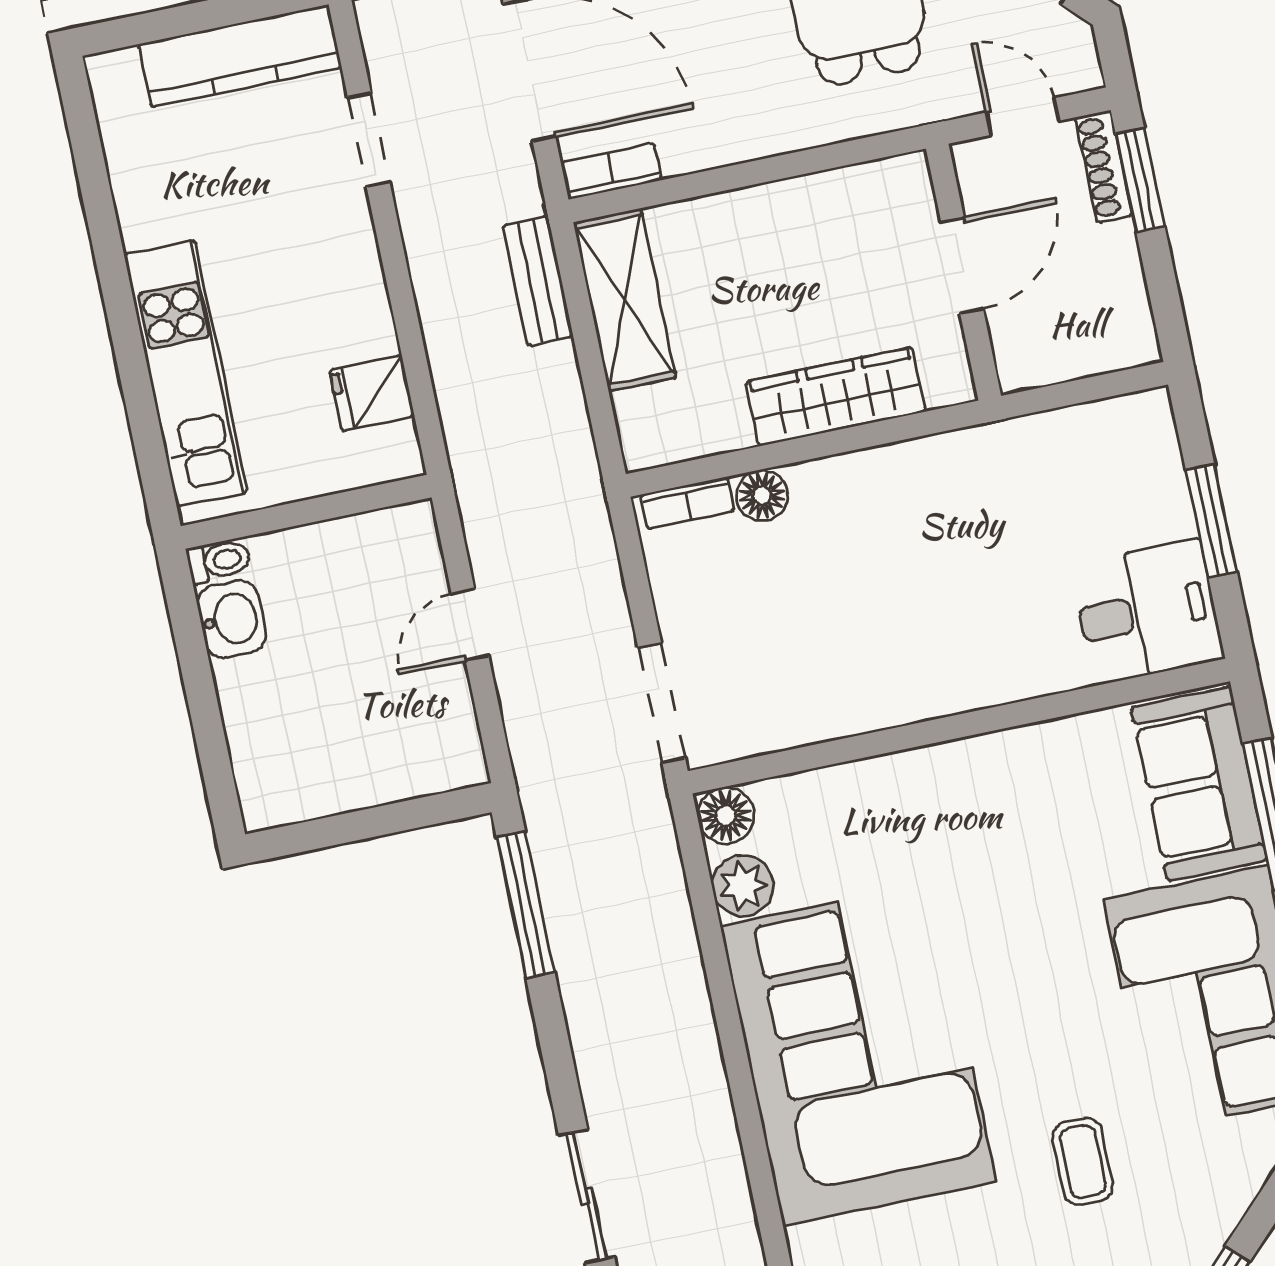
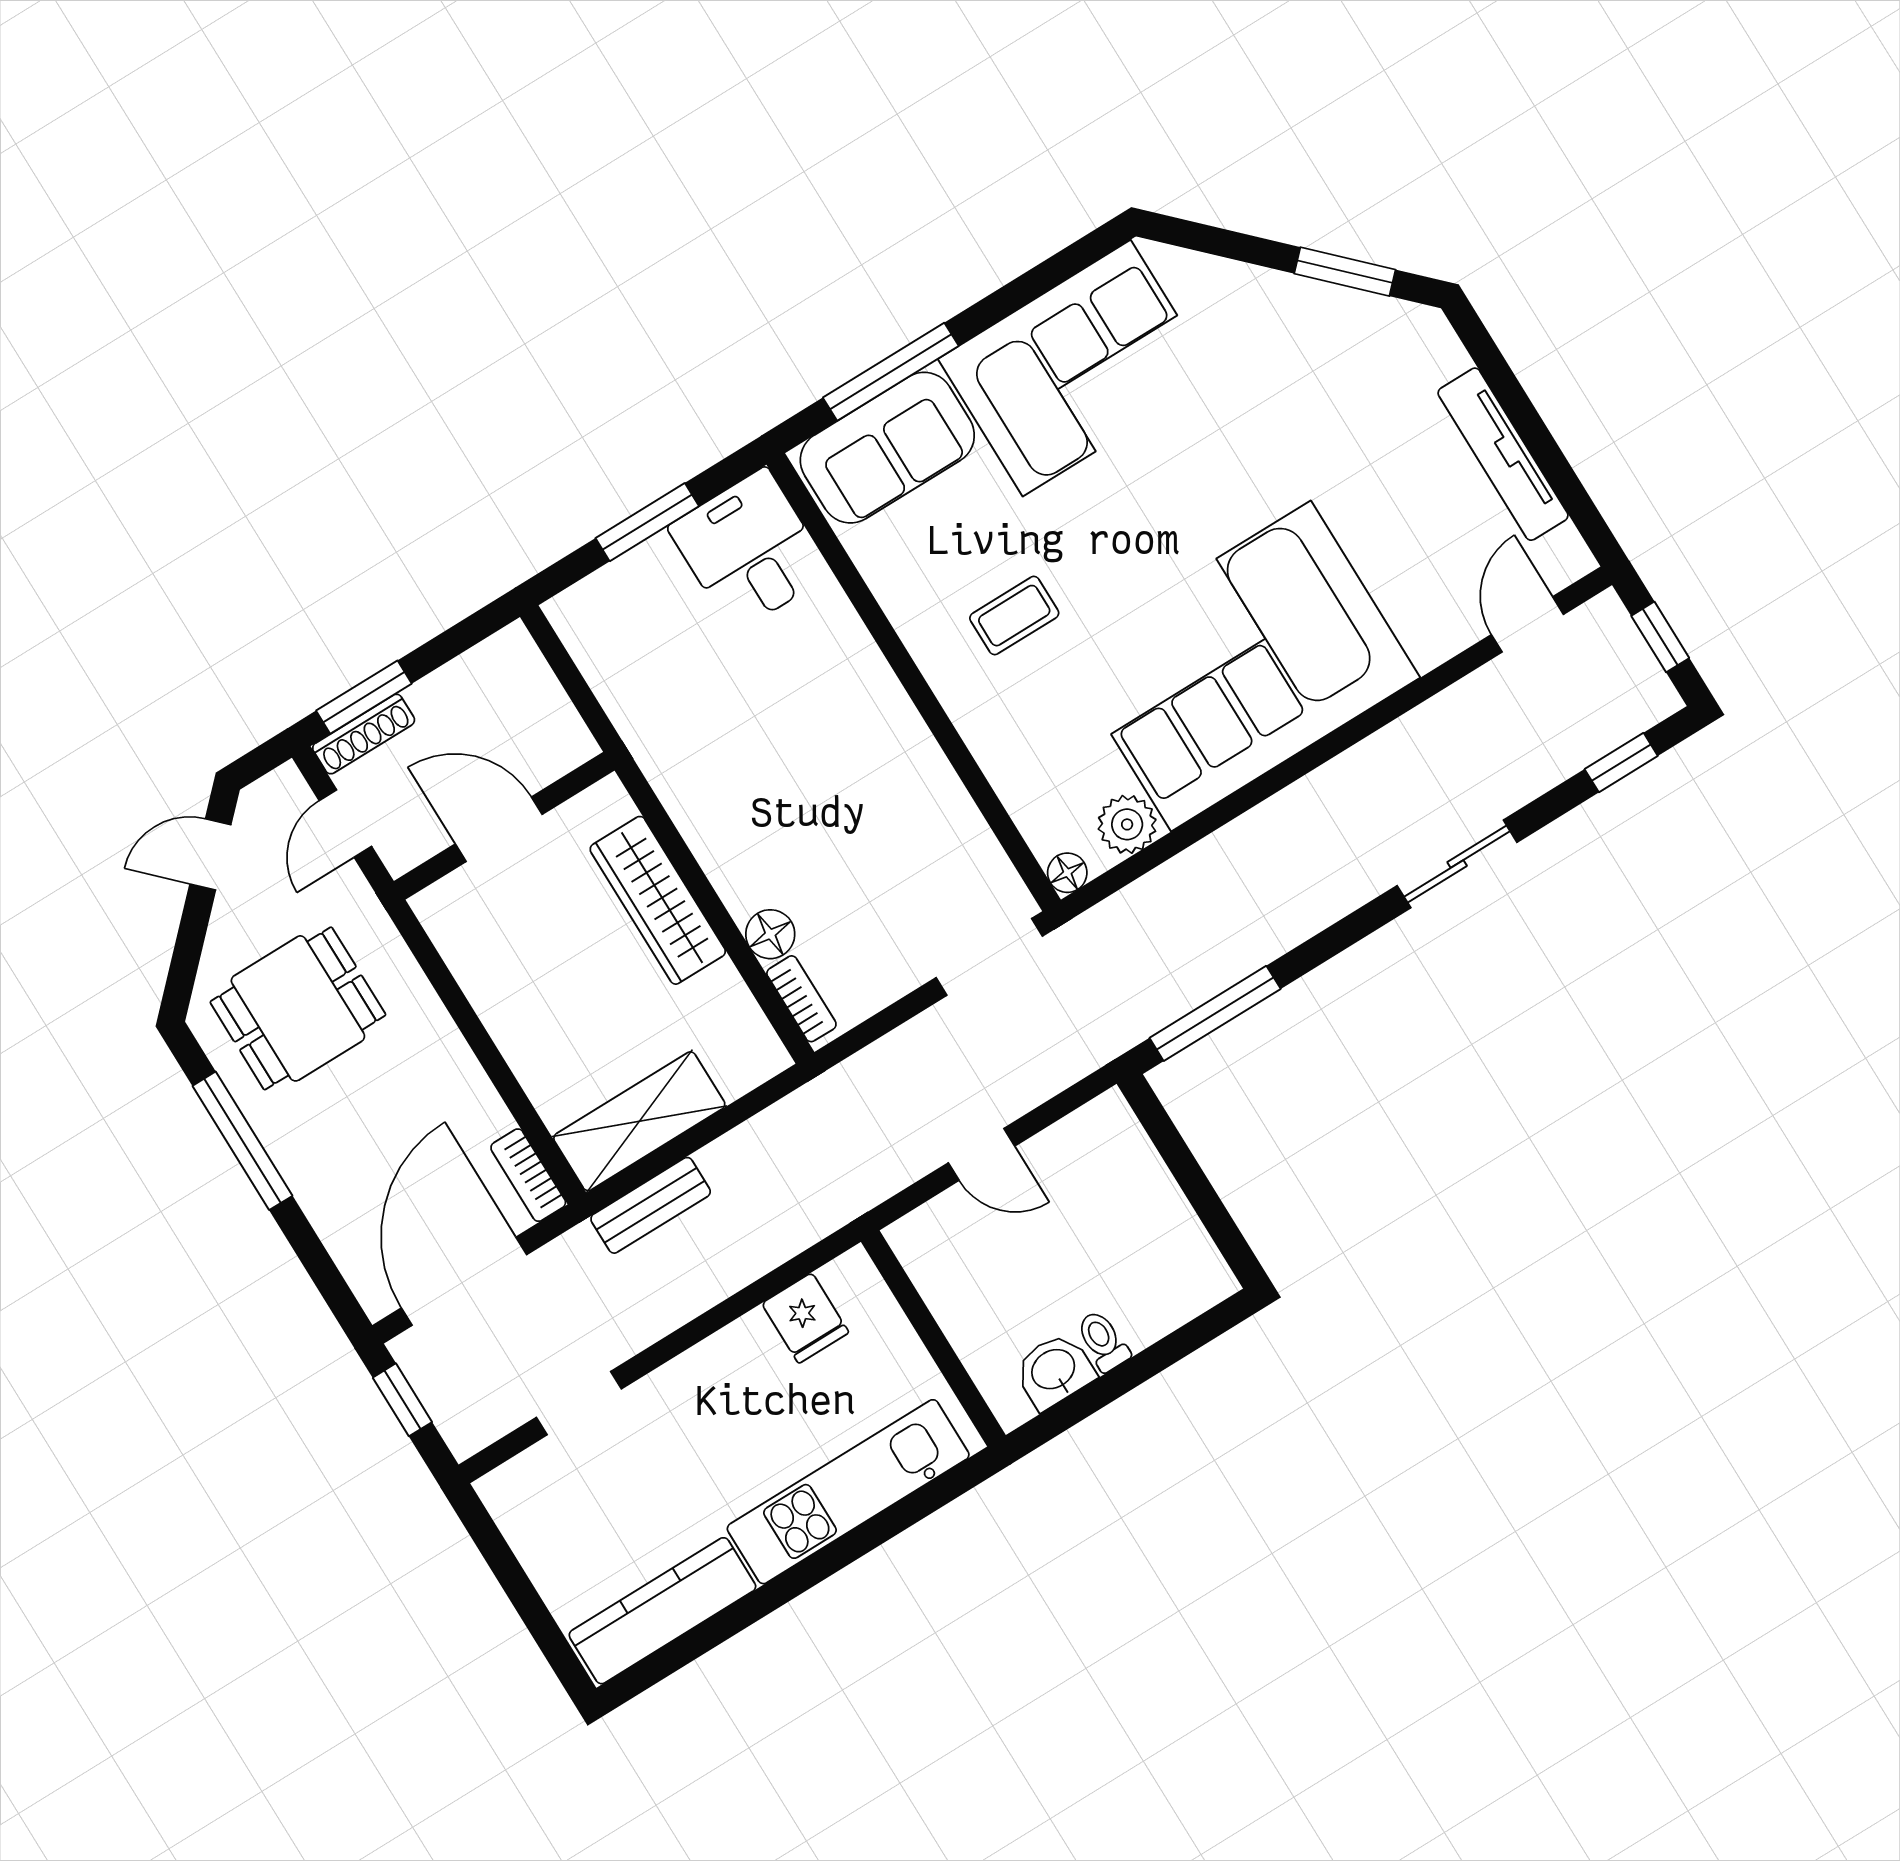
kitchen counter: (240, 56) -> (662, 1611), moved, turned -90
toilet: (219, 561) -> (1103, 1341), moved
floor lamp: (726, 815) -> (1067, 873), width x0.73, depth x0.73
coffee table: (1083, 1161) -> (1014, 616), moved

